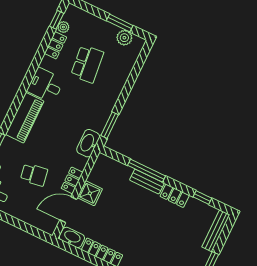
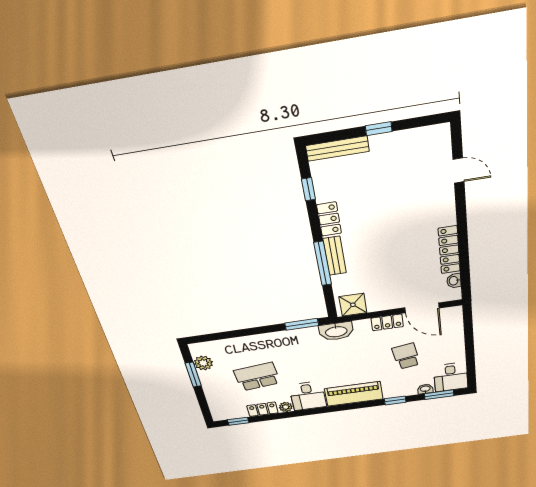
plant: (63, 27) -> (286, 407), moved
shower: (90, 193) -> (353, 305), moved
washbasin: (72, 237) -> (454, 281), width x0.52, depth x0.69

